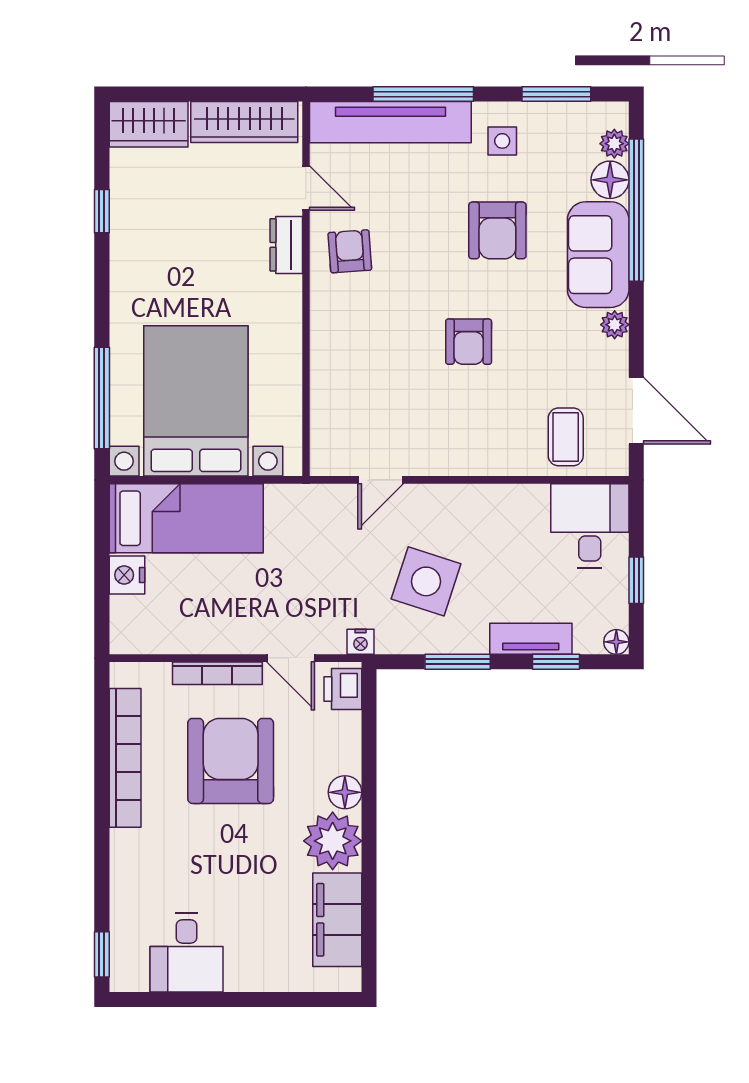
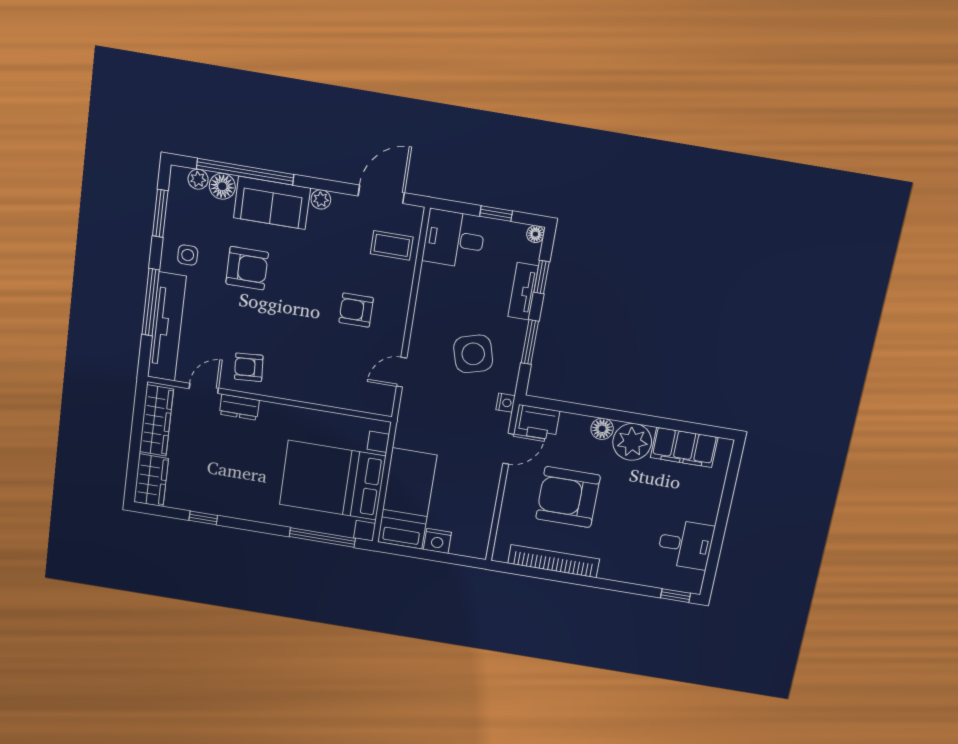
armchair: (469, 342) -> (356, 310), moved, turned 180
door: (381, 480) -> (402, 372), swing flipped
side table: (426, 581) -> (473, 354), turned -34
bookcase: (217, 673) -> (510, 496), removed
printer: (343, 689) -> (539, 423), width x1.36, depth x1.24

